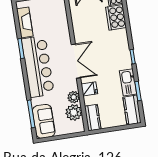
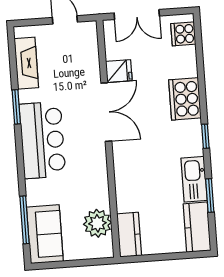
cooker: (116, 17) -> (185, 99), moved
double door: (76, 61) -> (106, 112), moved
bar counter: (38, 67) -> (42, 140), width x0.73
fridge: (89, 89) -> (119, 71), moved
plant: (74, 97) -> (99, 197), removed

